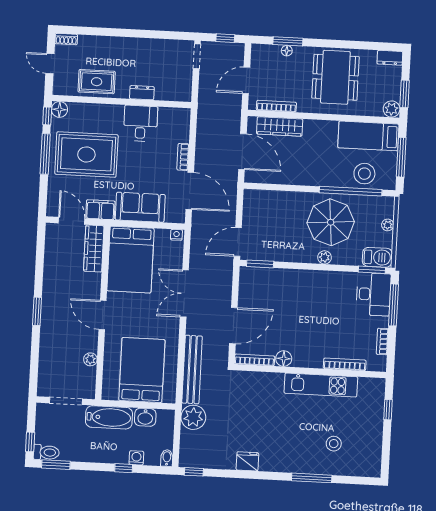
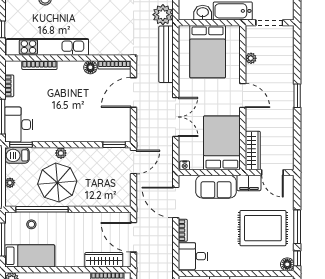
desk: (140, 123) -> (193, 256), moved, turned 90
stool: (364, 174) -> (31, 224), width x0.53, depth x0.53
kitchen unit: (321, 385) -> (47, 47), width x1.36

